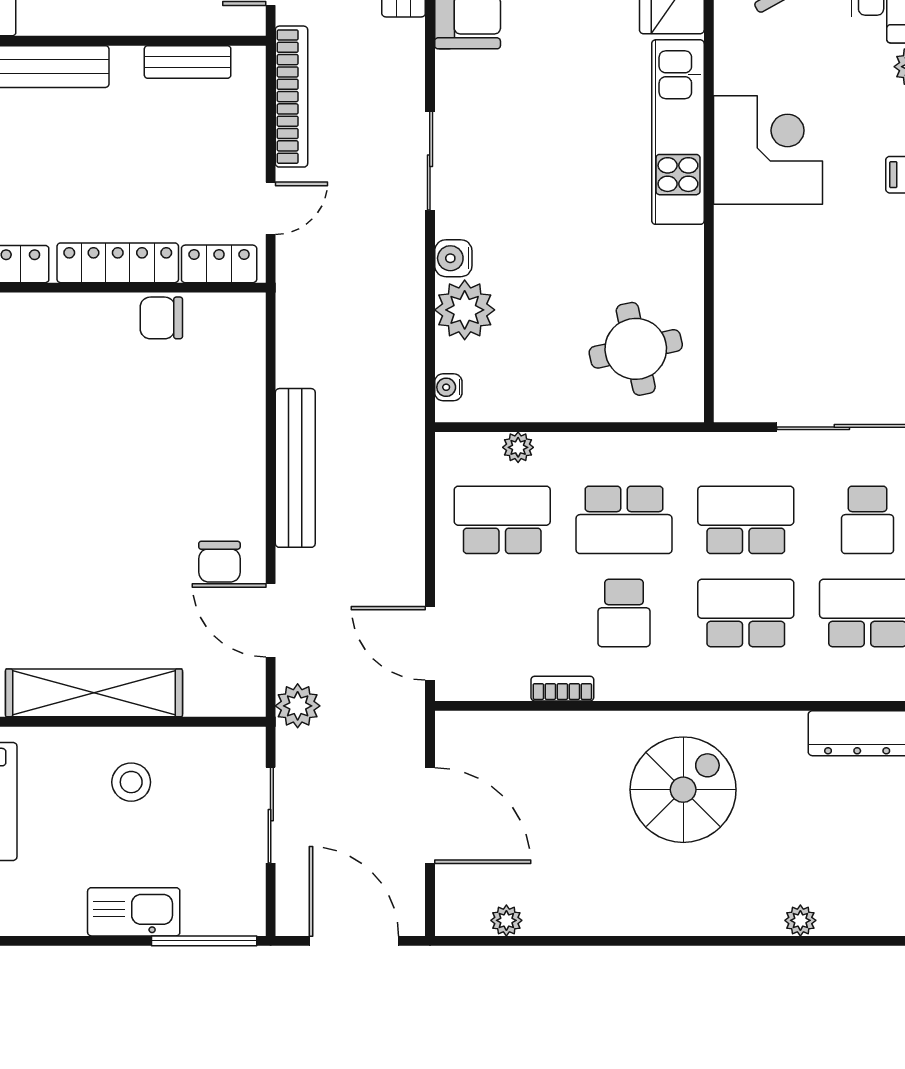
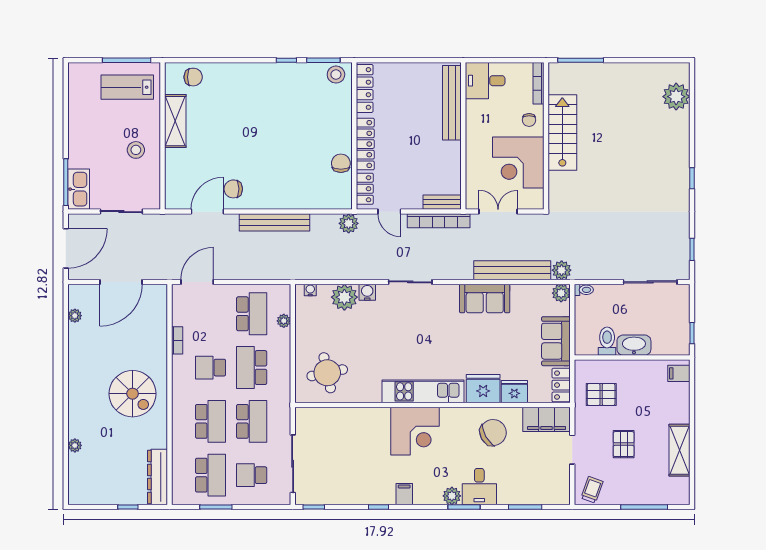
bench: (188, 62) -> (442, 202), moved, turned 90
shelving: (94, 693) -> (175, 121), width x0.68
plant: (298, 706) -> (349, 223), moved
kitchen sink: (134, 912) -> (79, 189), moved

